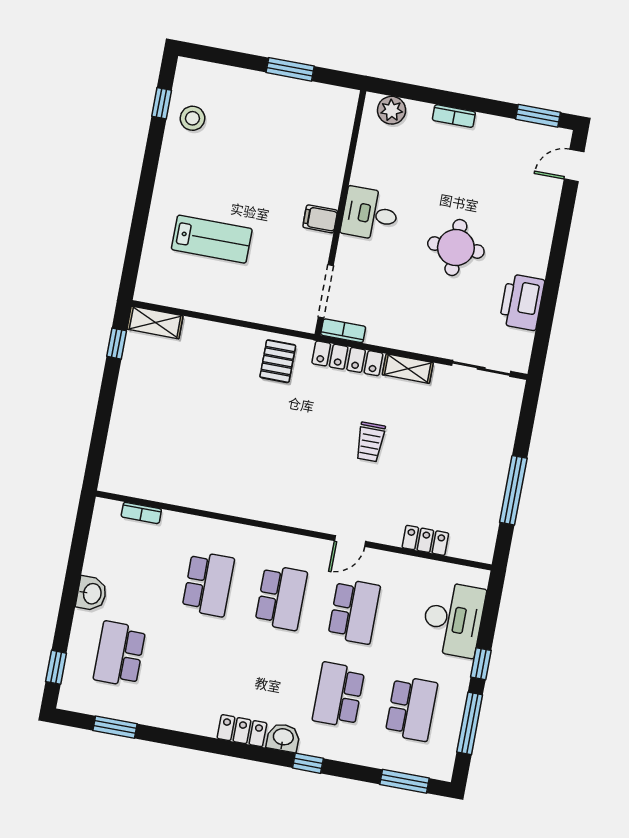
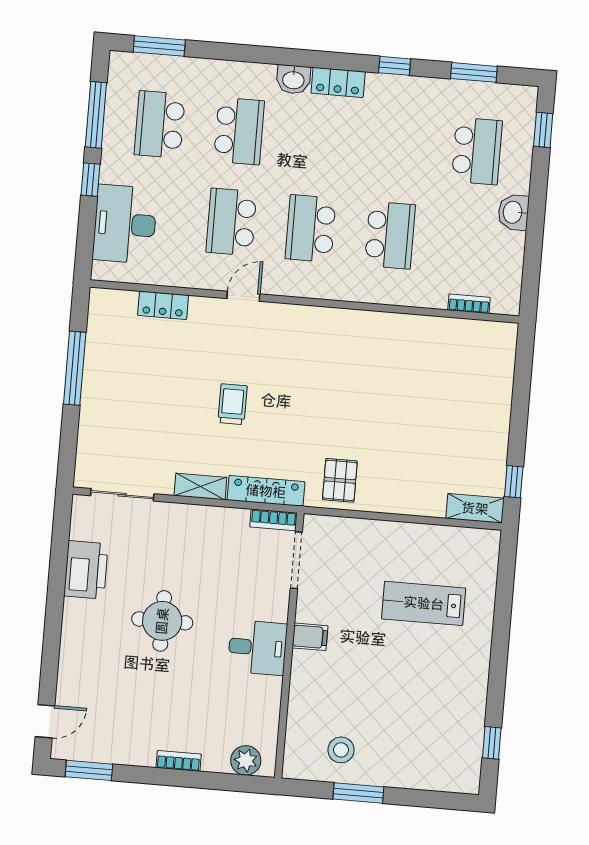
stool: (192, 118) -> (341, 750), moved
school desk: (208, 584) -> (390, 235), turned 180
window: (308, 763) -> (395, 66), moved

